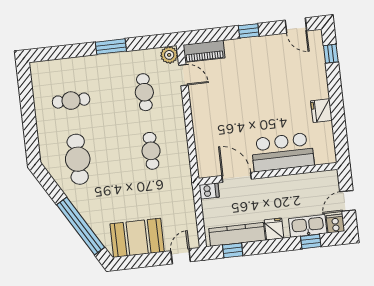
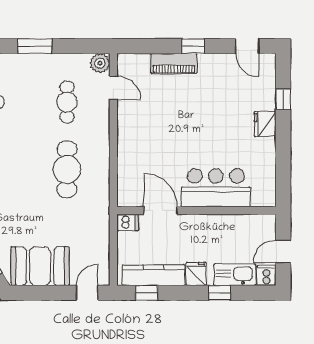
piano: (204, 51) -> (174, 64), moved
window: (331, 54) -> (283, 99), moved
fridge: (321, 111) -> (265, 124), moved
cafe table: (151, 151) -> (67, 169), width x1.37, depth x1.35
window: (311, 241) -> (220, 293), moved

